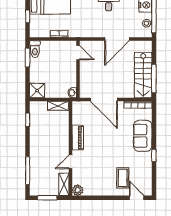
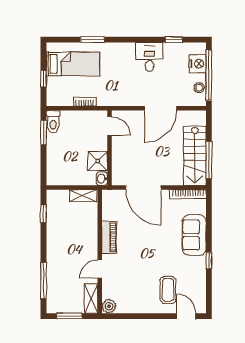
shower: (37, 91) -> (98, 161), moved

